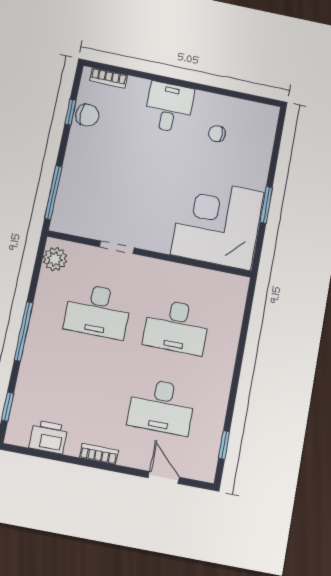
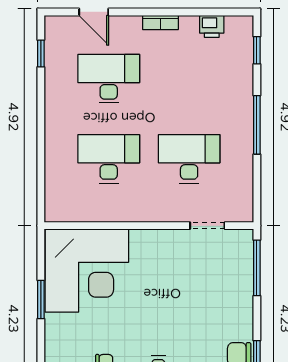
doorway: (117, 247) -> (207, 226), moved
plant: (55, 259) -> (241, 202), removed
printer: (48, 437) -> (212, 26), width x0.73, depth x0.81

